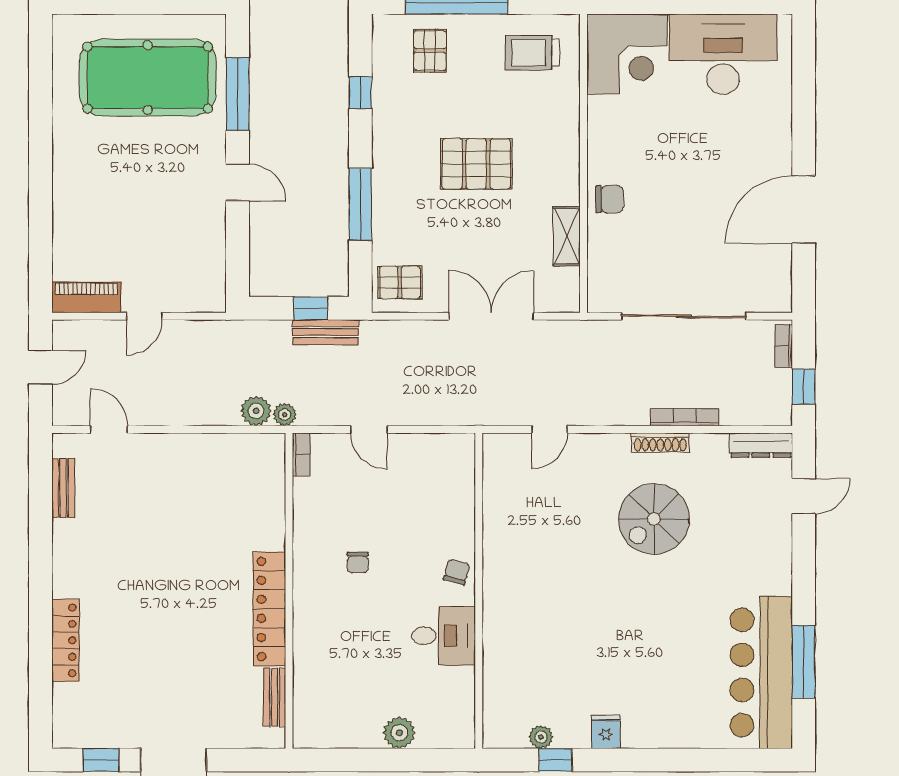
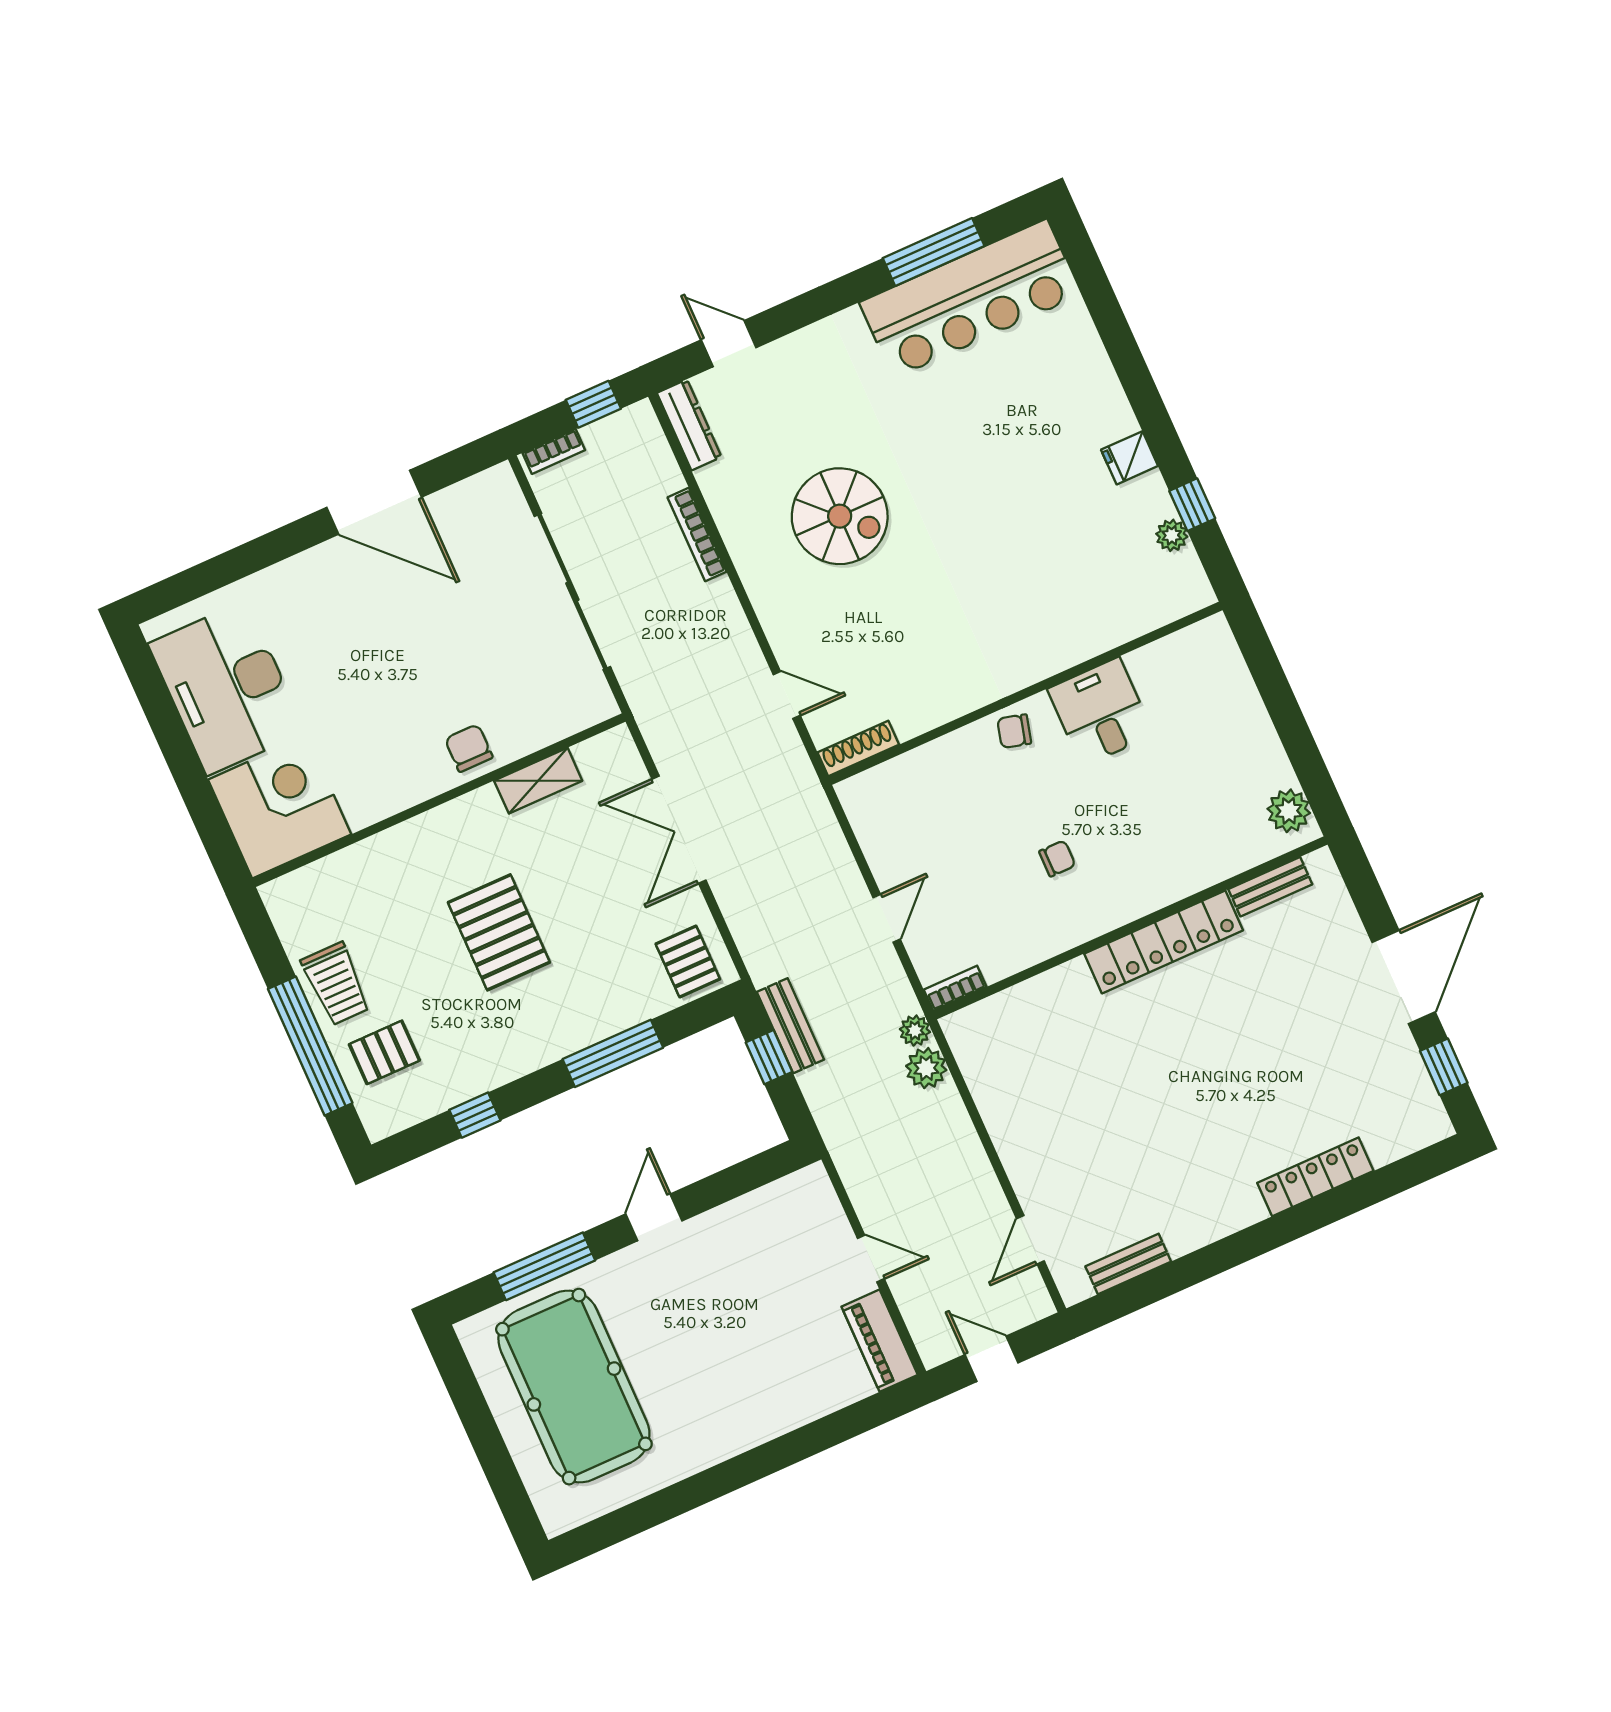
trolley: (532, 53) -> (336, 984), moved
shoe rack: (660, 443) -> (858, 748), moved, turned -90
plant: (399, 733) -> (1289, 811), moved

